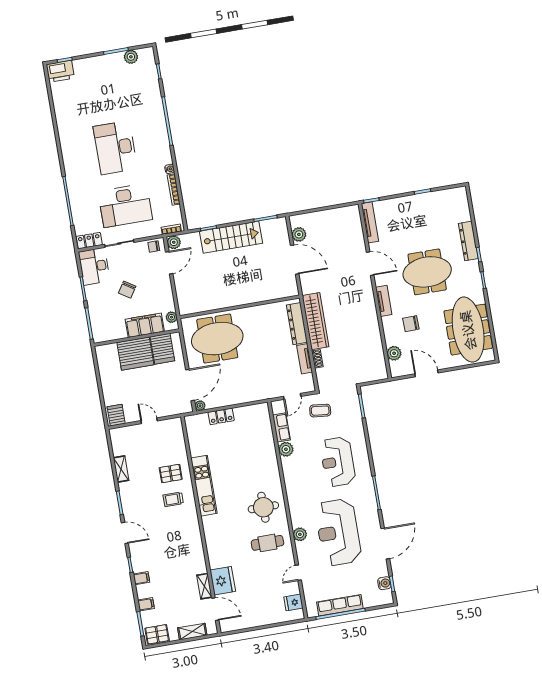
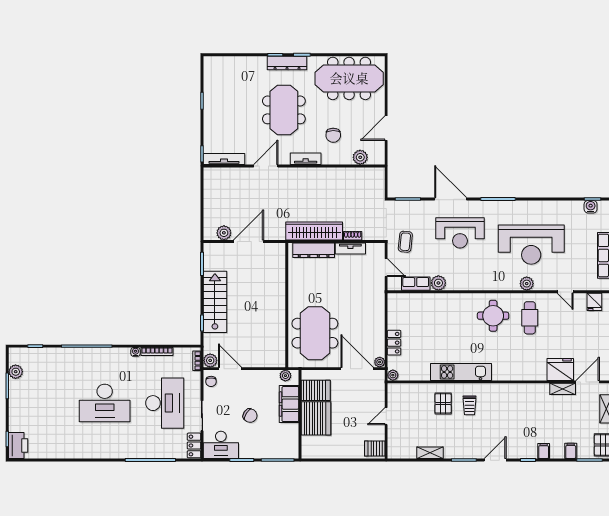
dresser: (468, 241) -> (287, 63), moved
plant: (190, 421) -> (393, 375), added
door: (385, 544) -> (451, 199), moved

